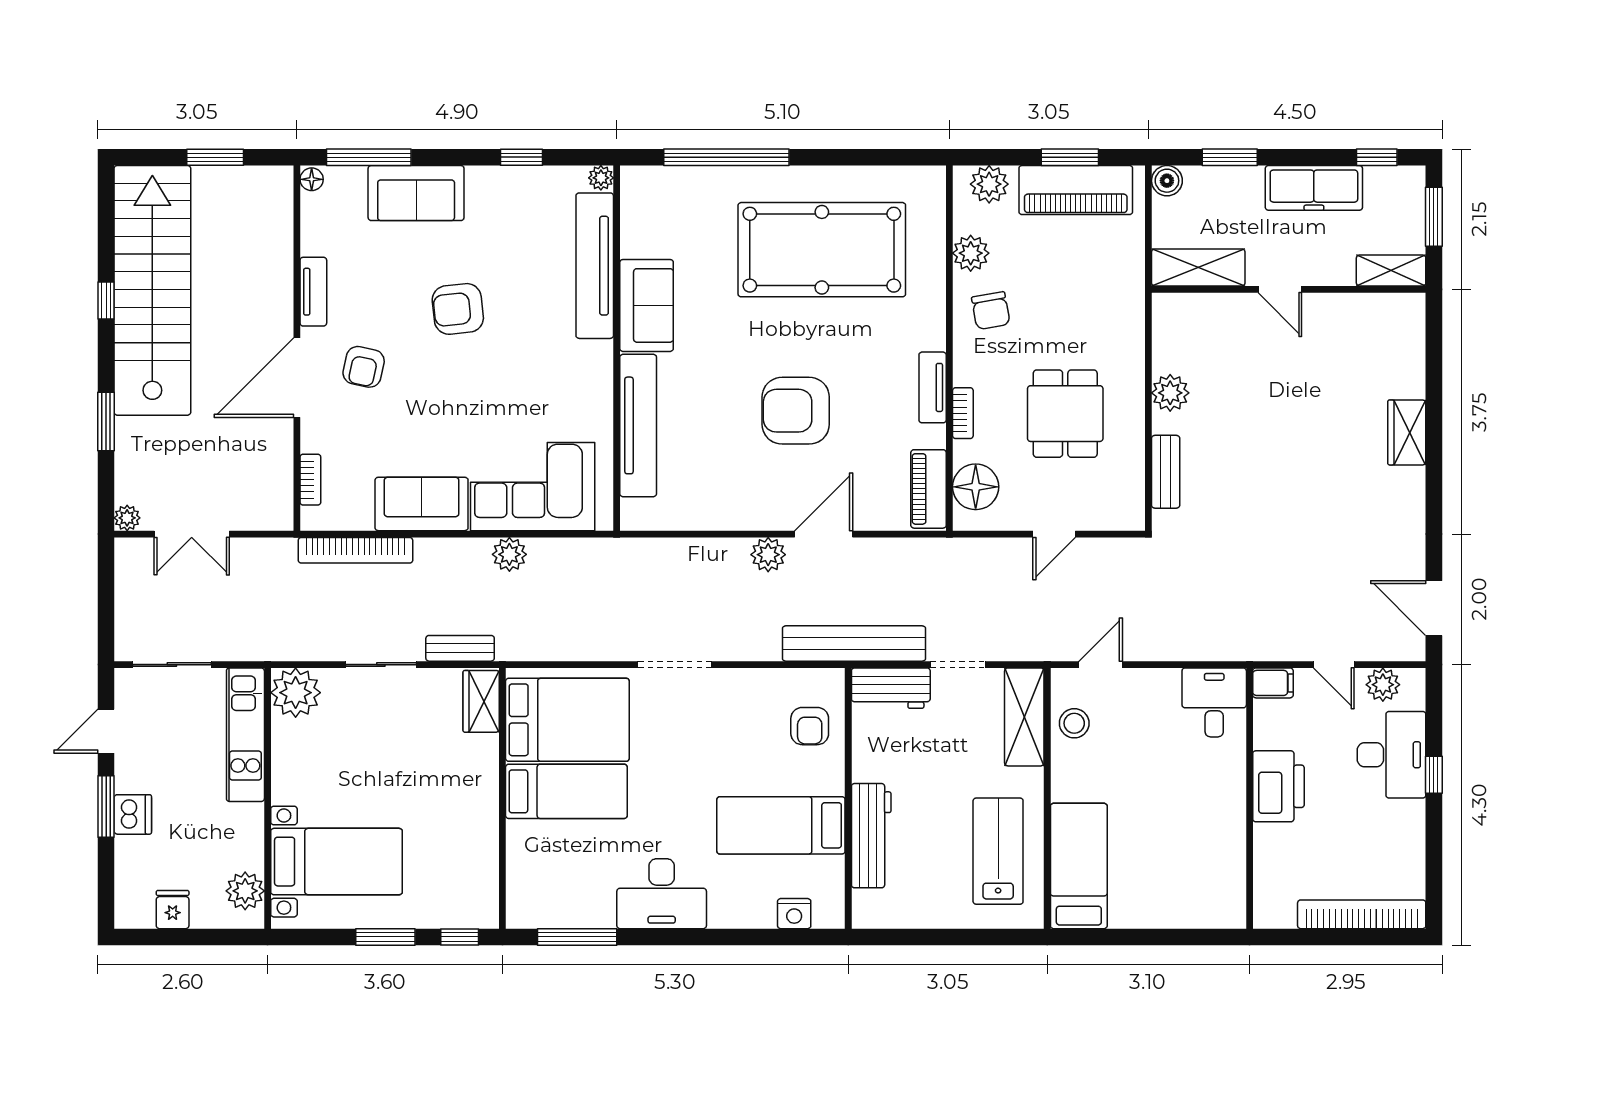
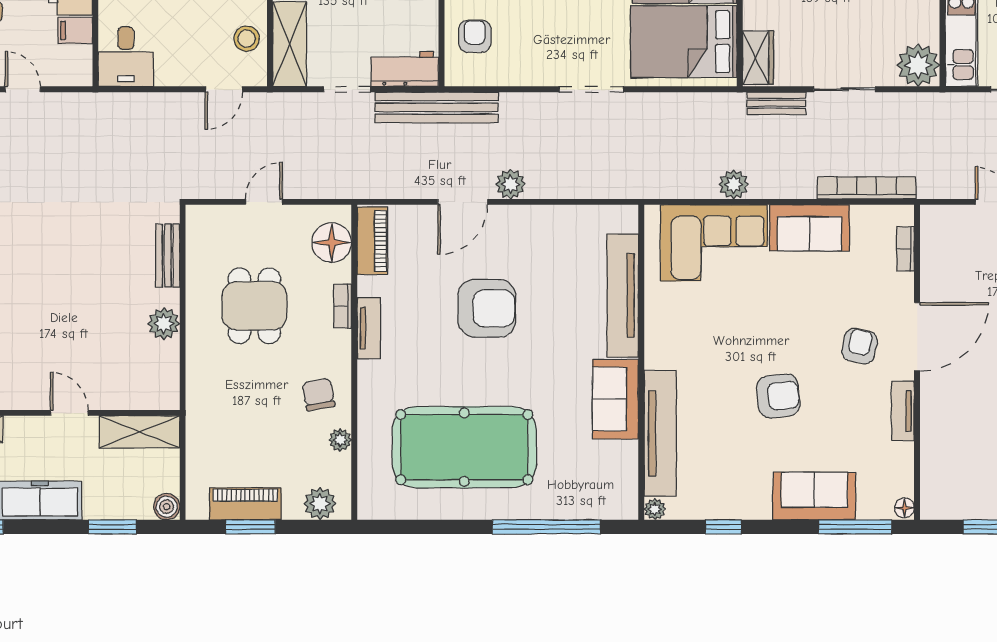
piano: (1076, 190) -> (245, 504), width x0.73, depth x0.75
plant: (971, 253) -> (340, 440), width x0.73, depth x0.73
filing cabinet: (1273, 683) -> (75, 30), moved

